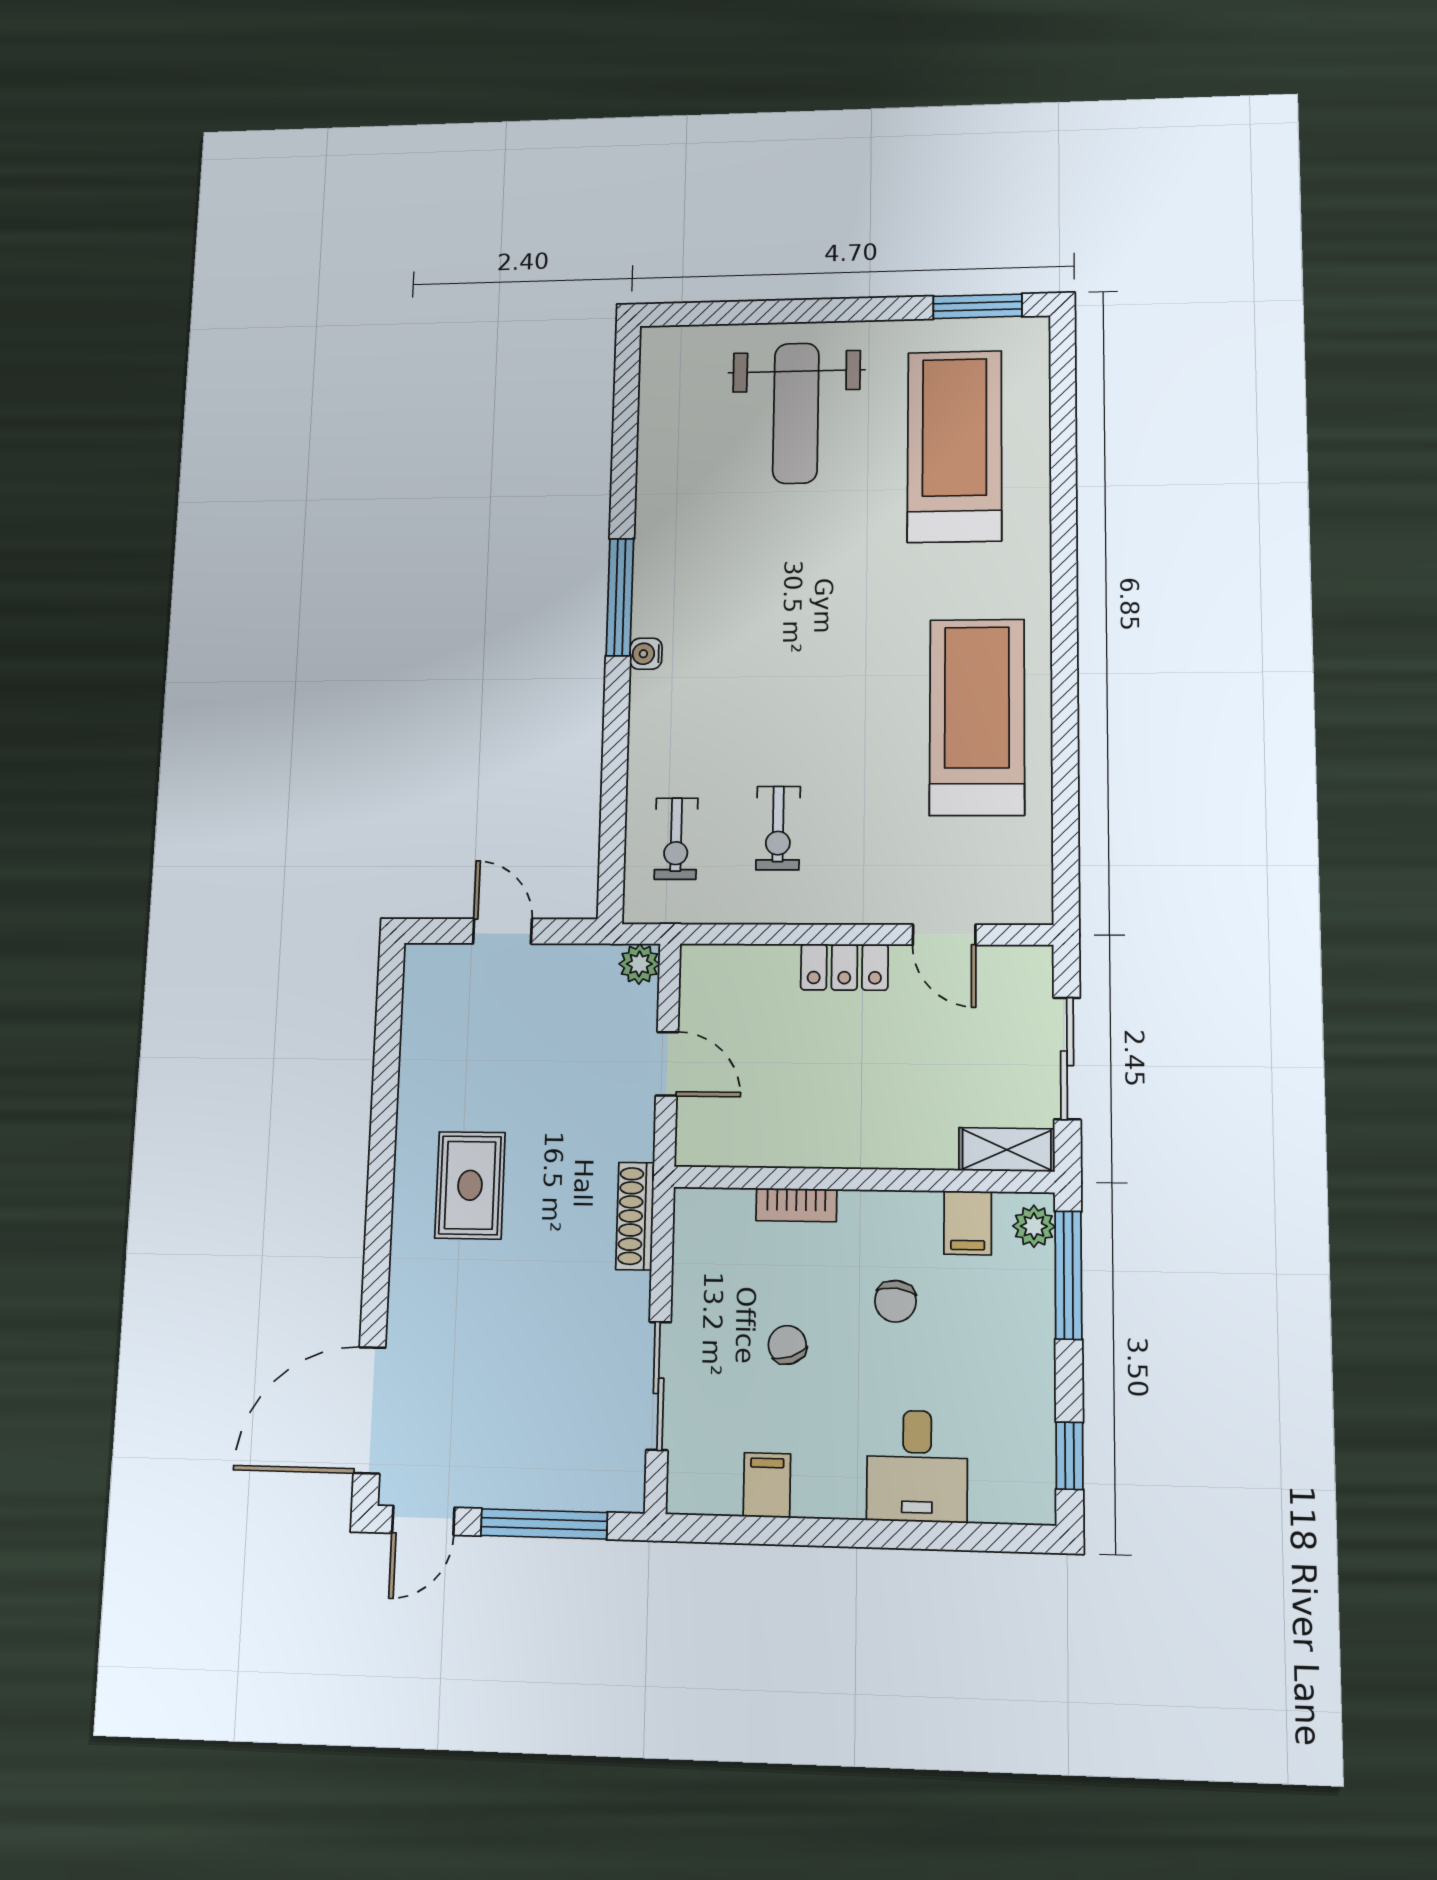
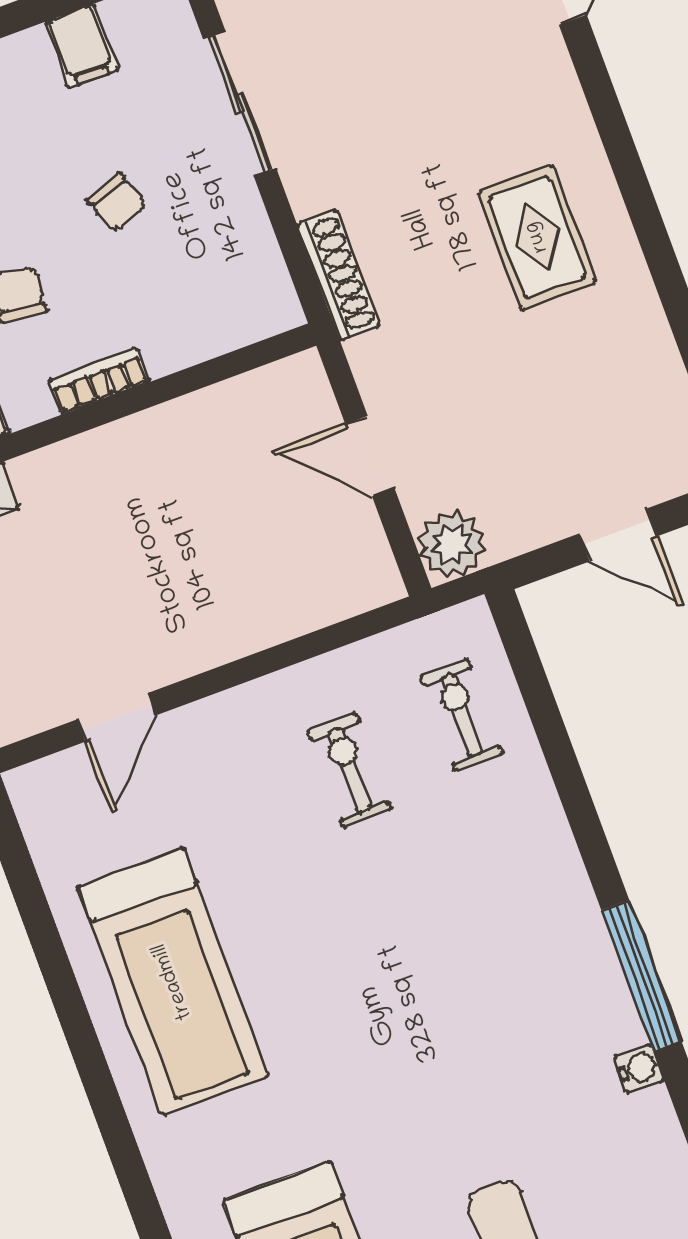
water cooler: (646, 654) -> (639, 1069), moved
door: (944, 935) -> (116, 717), swing flipped
plant: (639, 964) -> (452, 544), width x1.38, depth x1.38
locker: (844, 967) -> (214, 639), removed
bookcase: (796, 1205) -> (99, 381), moved

